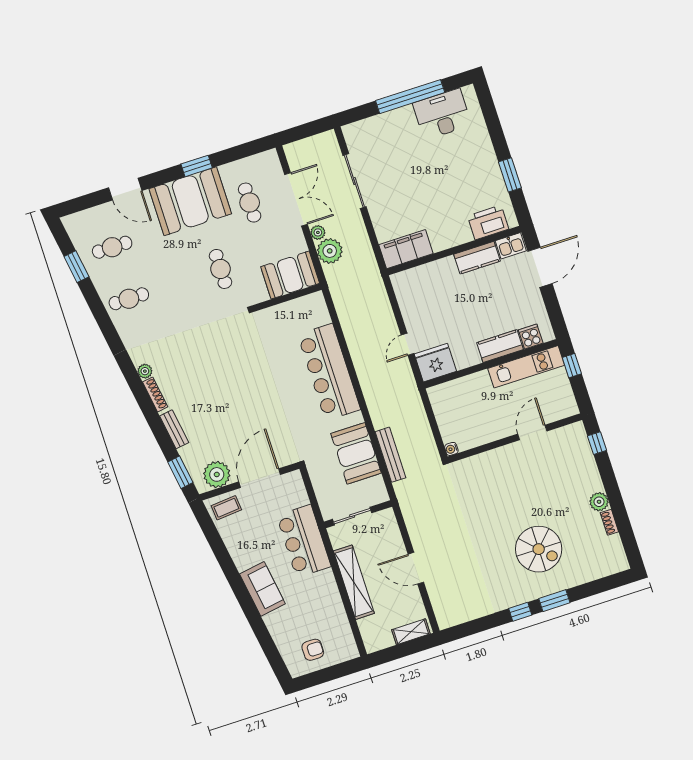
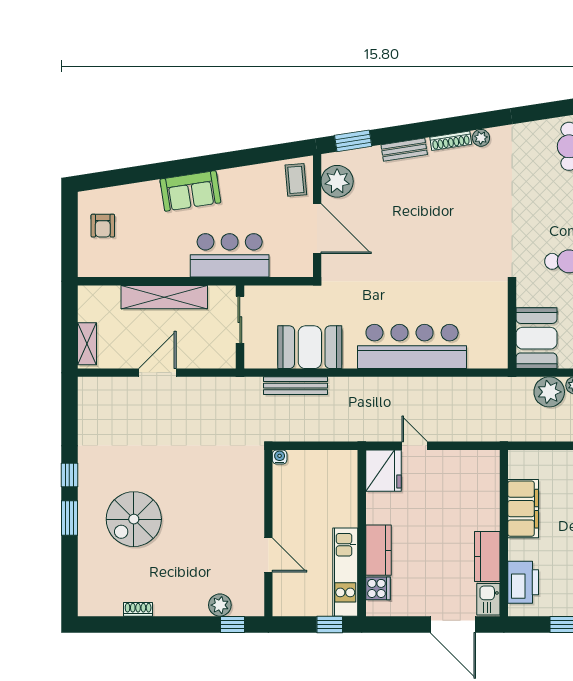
filing cabinet: (406, 249) -> (523, 509), moved
plant: (599, 502) -> (220, 605), moved

